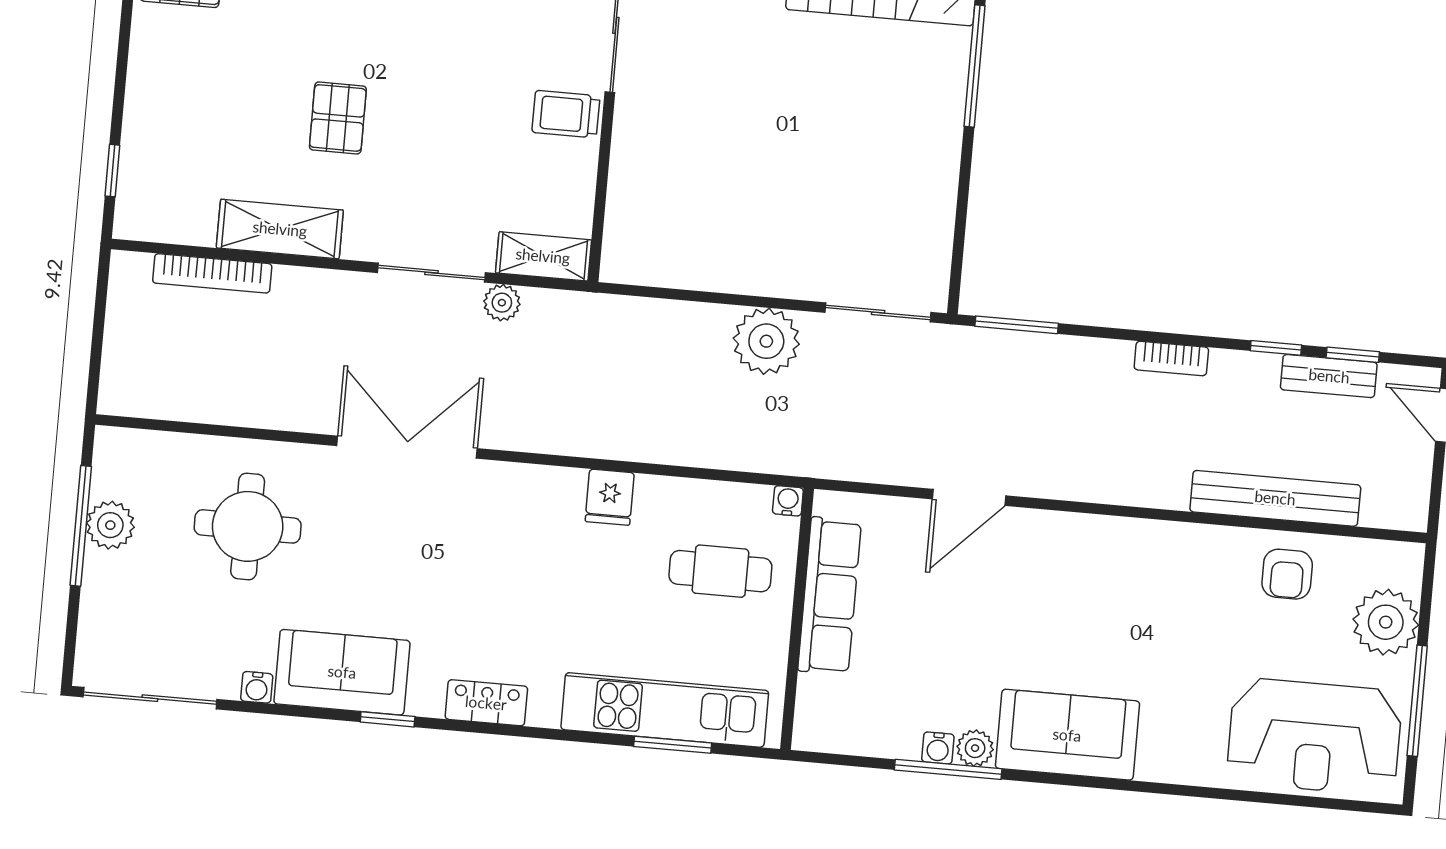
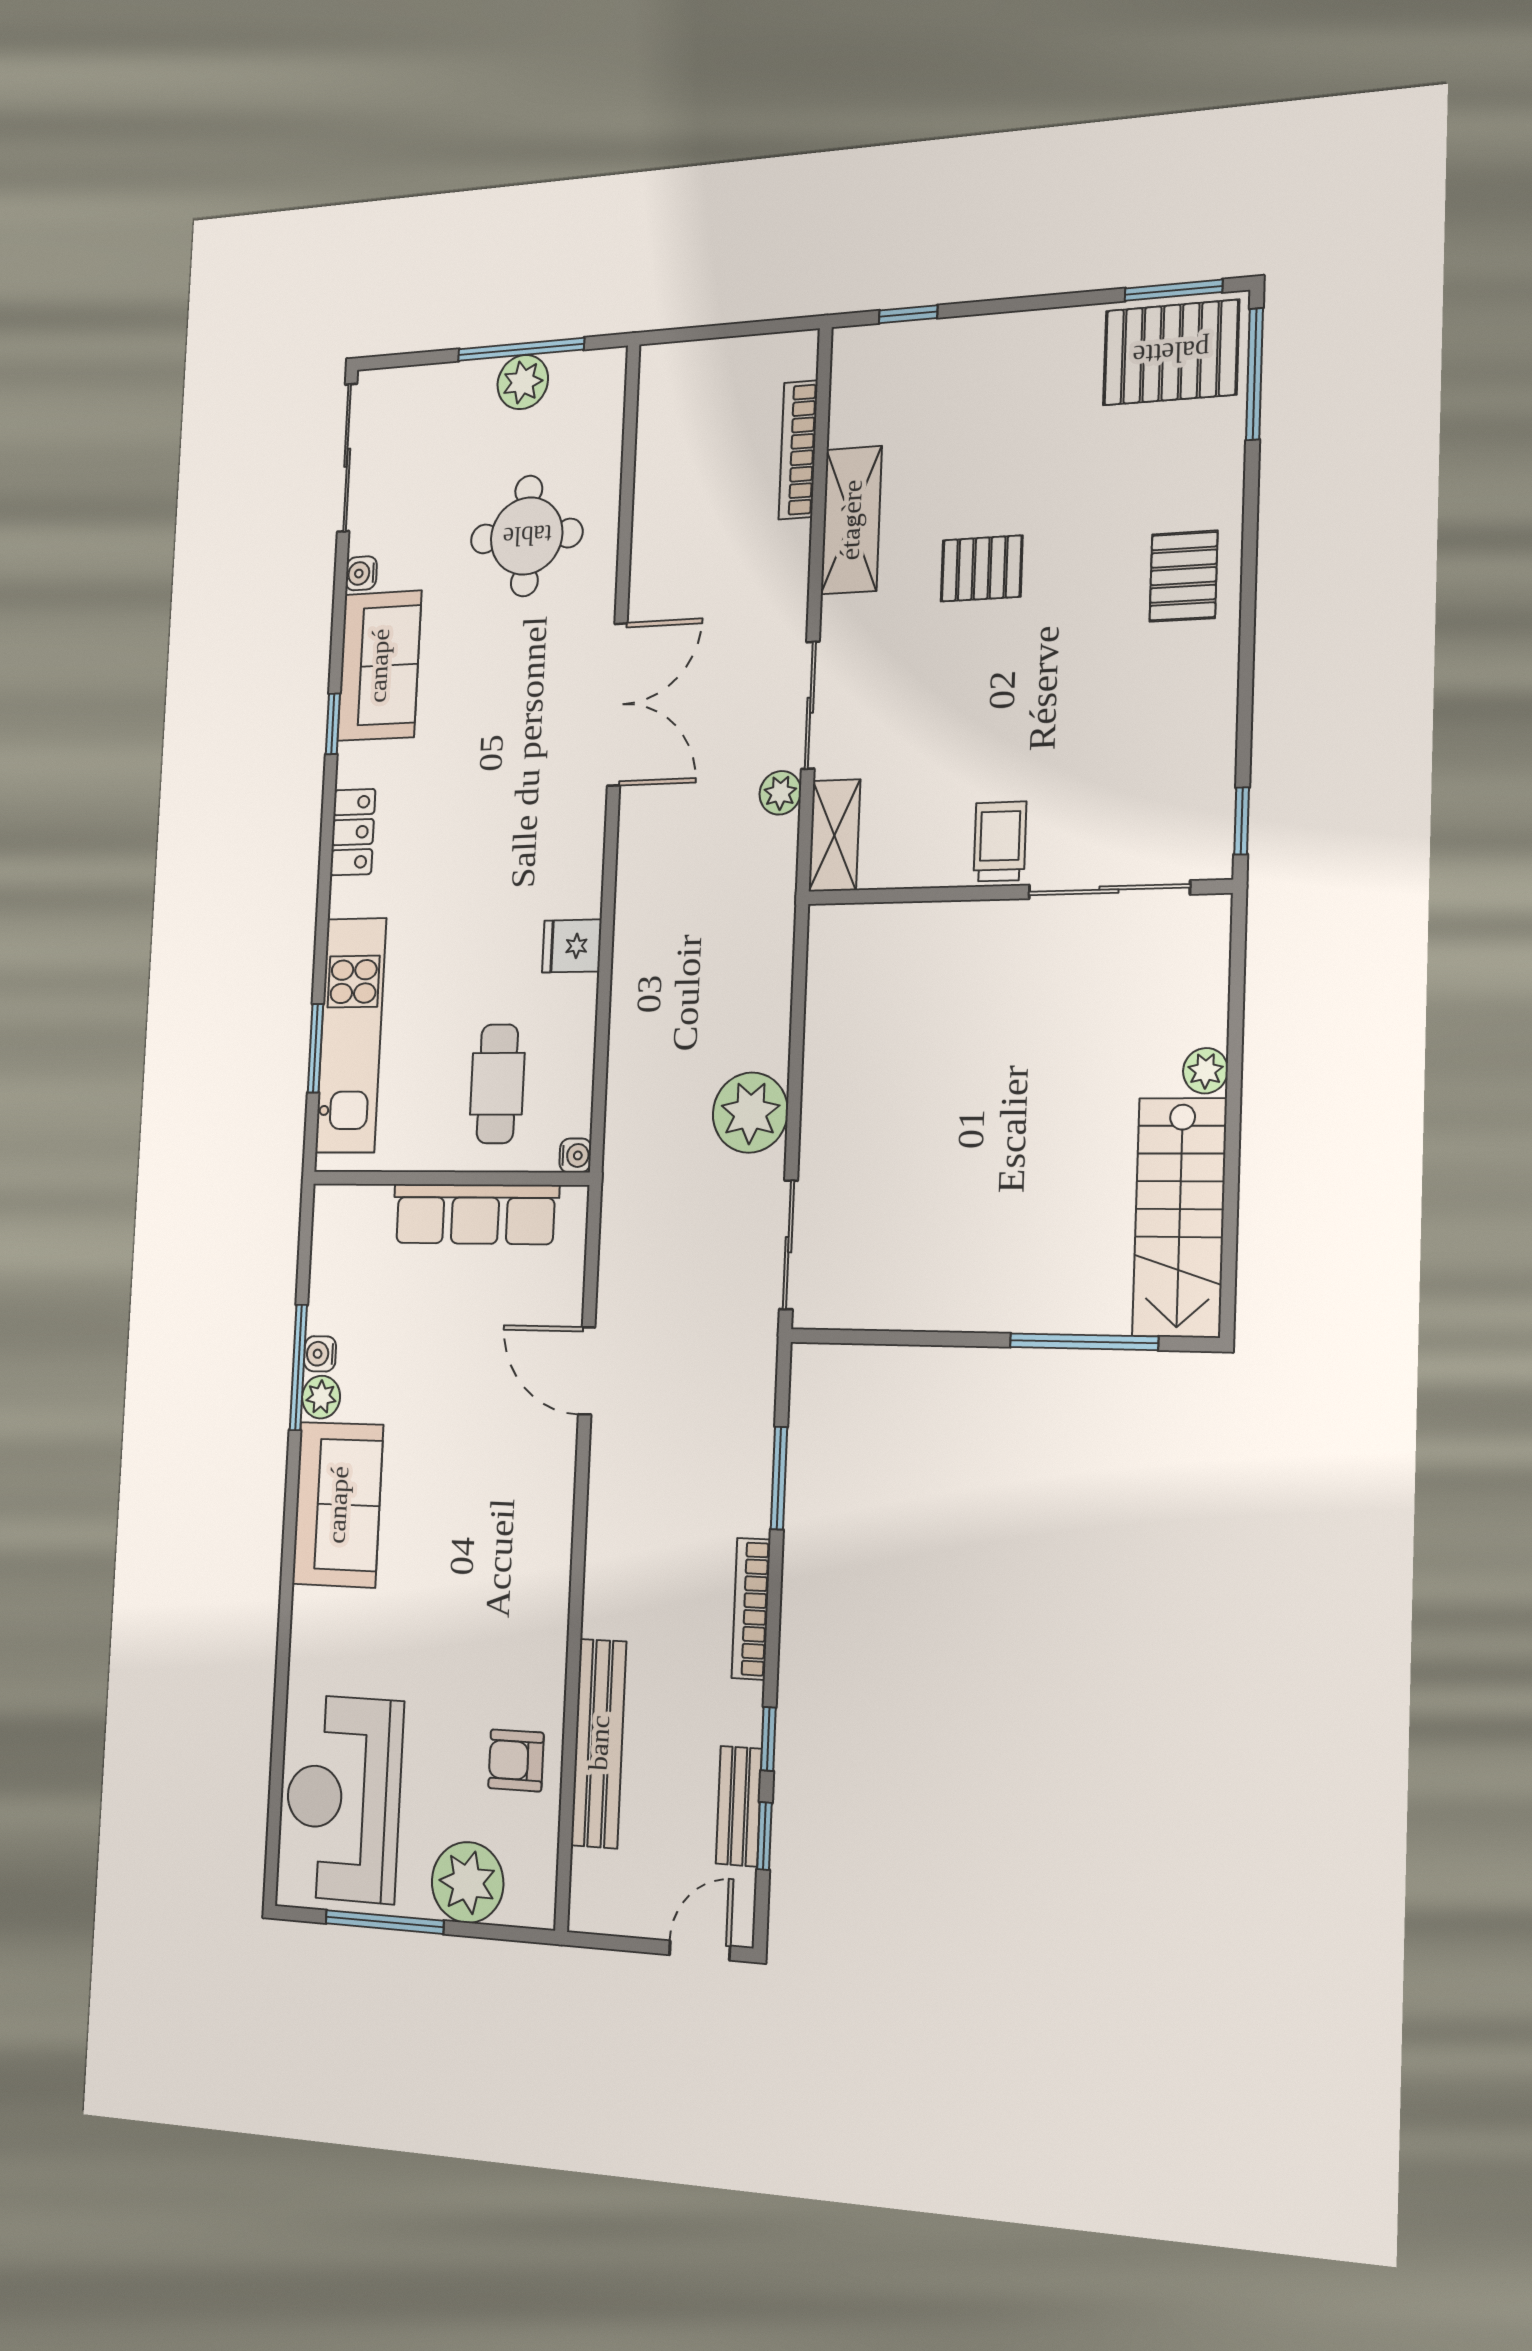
window: (1017, 325) -> (779, 1478), moved
bookcase: (1171, 358) -> (751, 1609), width x1.56

